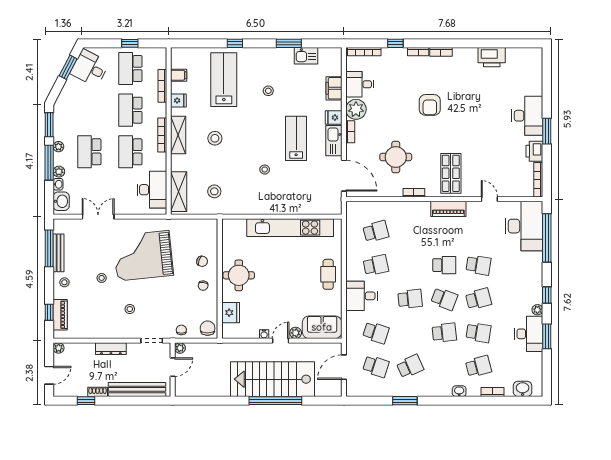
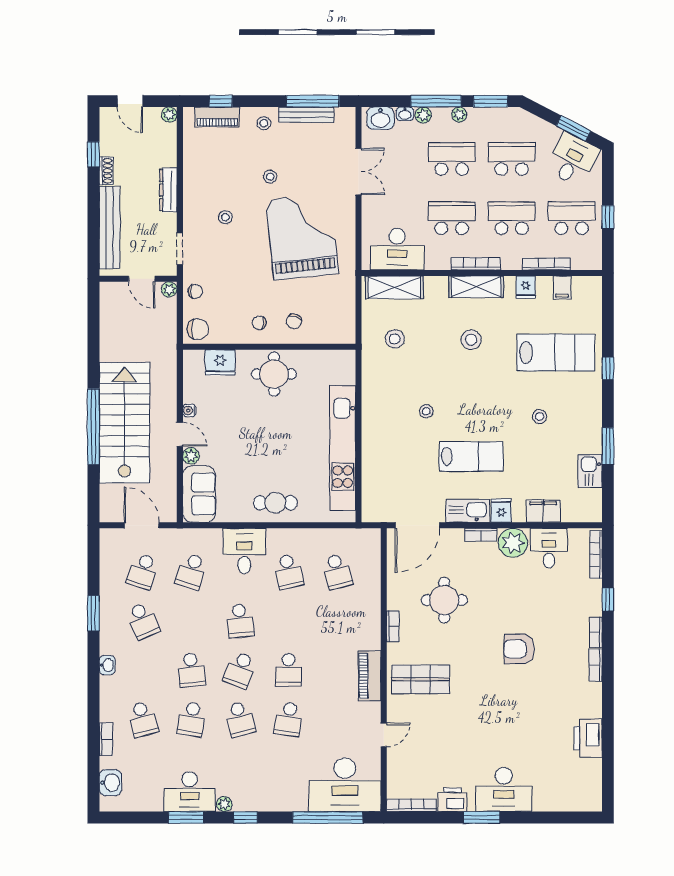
school desk: (89, 110) -> (512, 159), added
washbasin: (459, 391) -> (107, 665), moved

